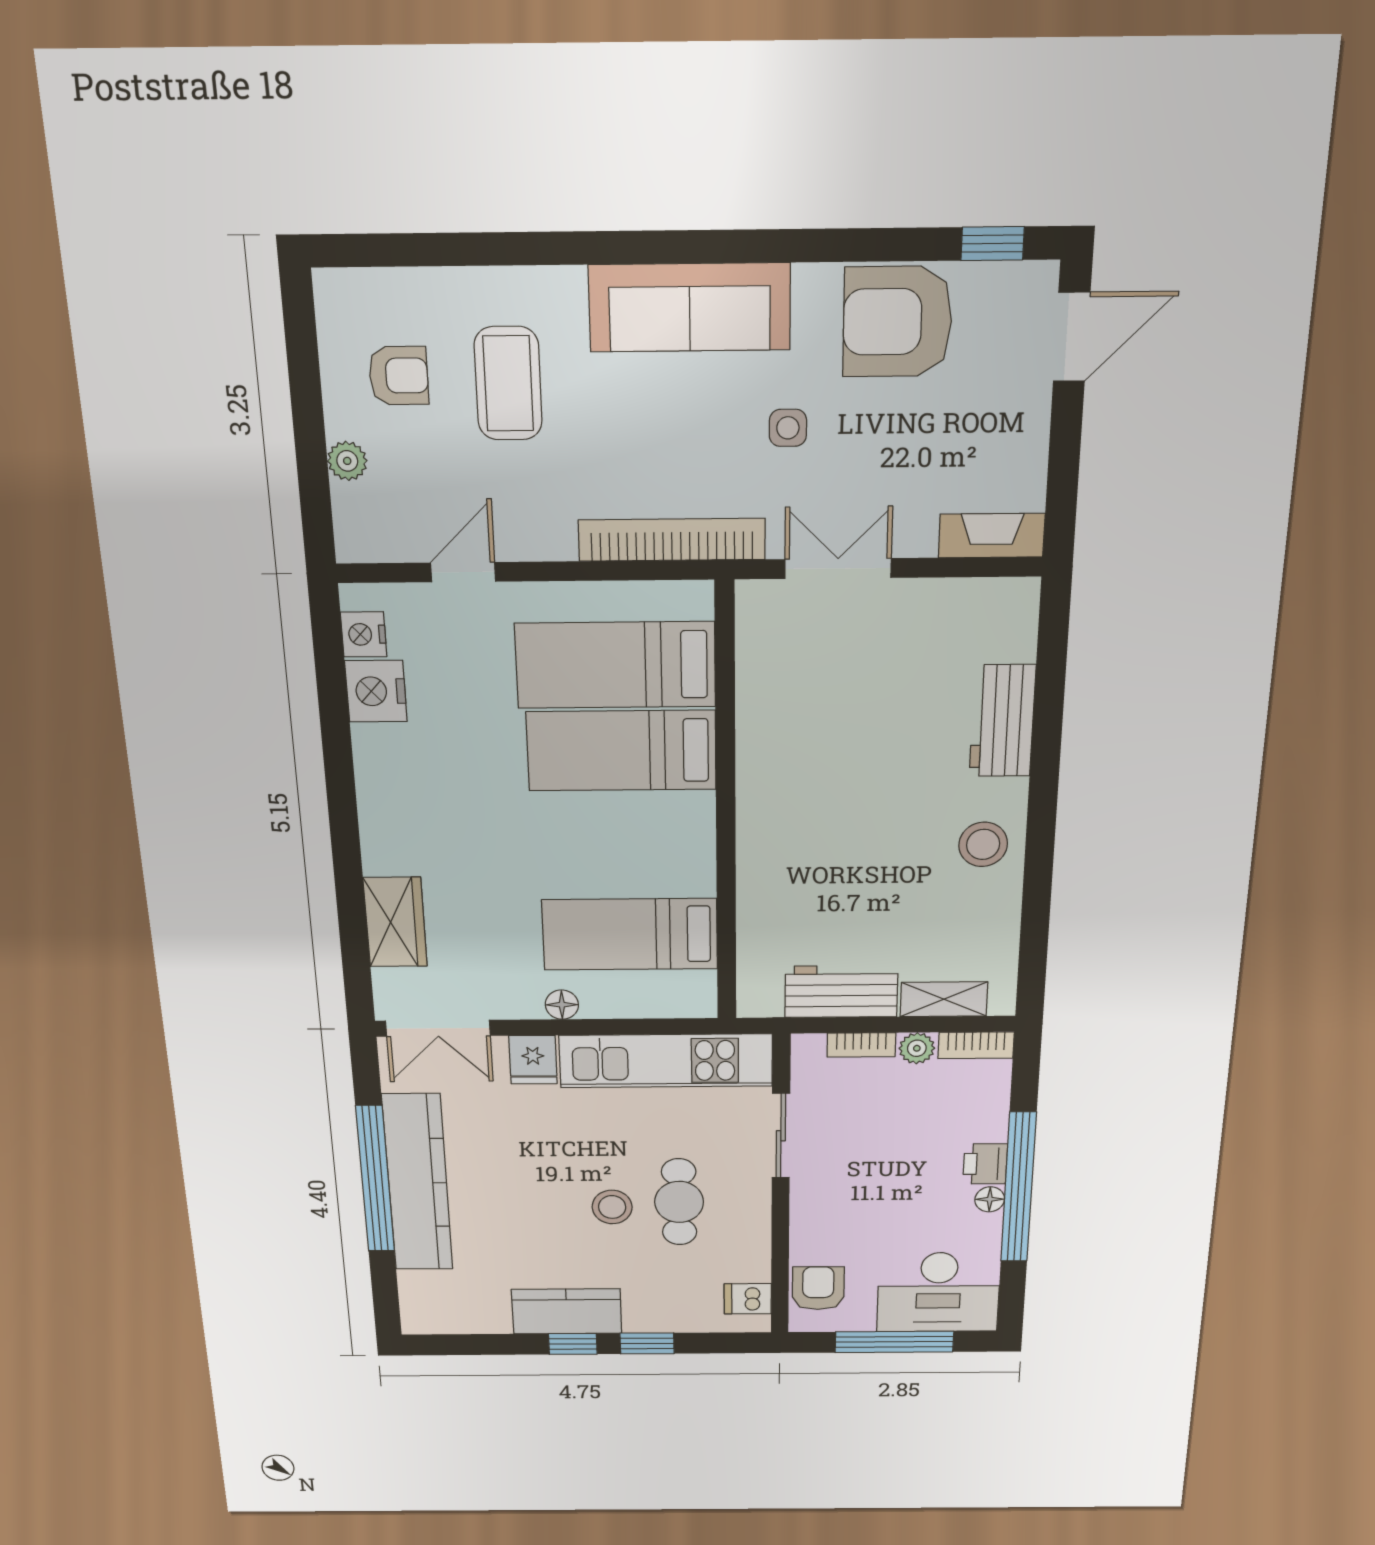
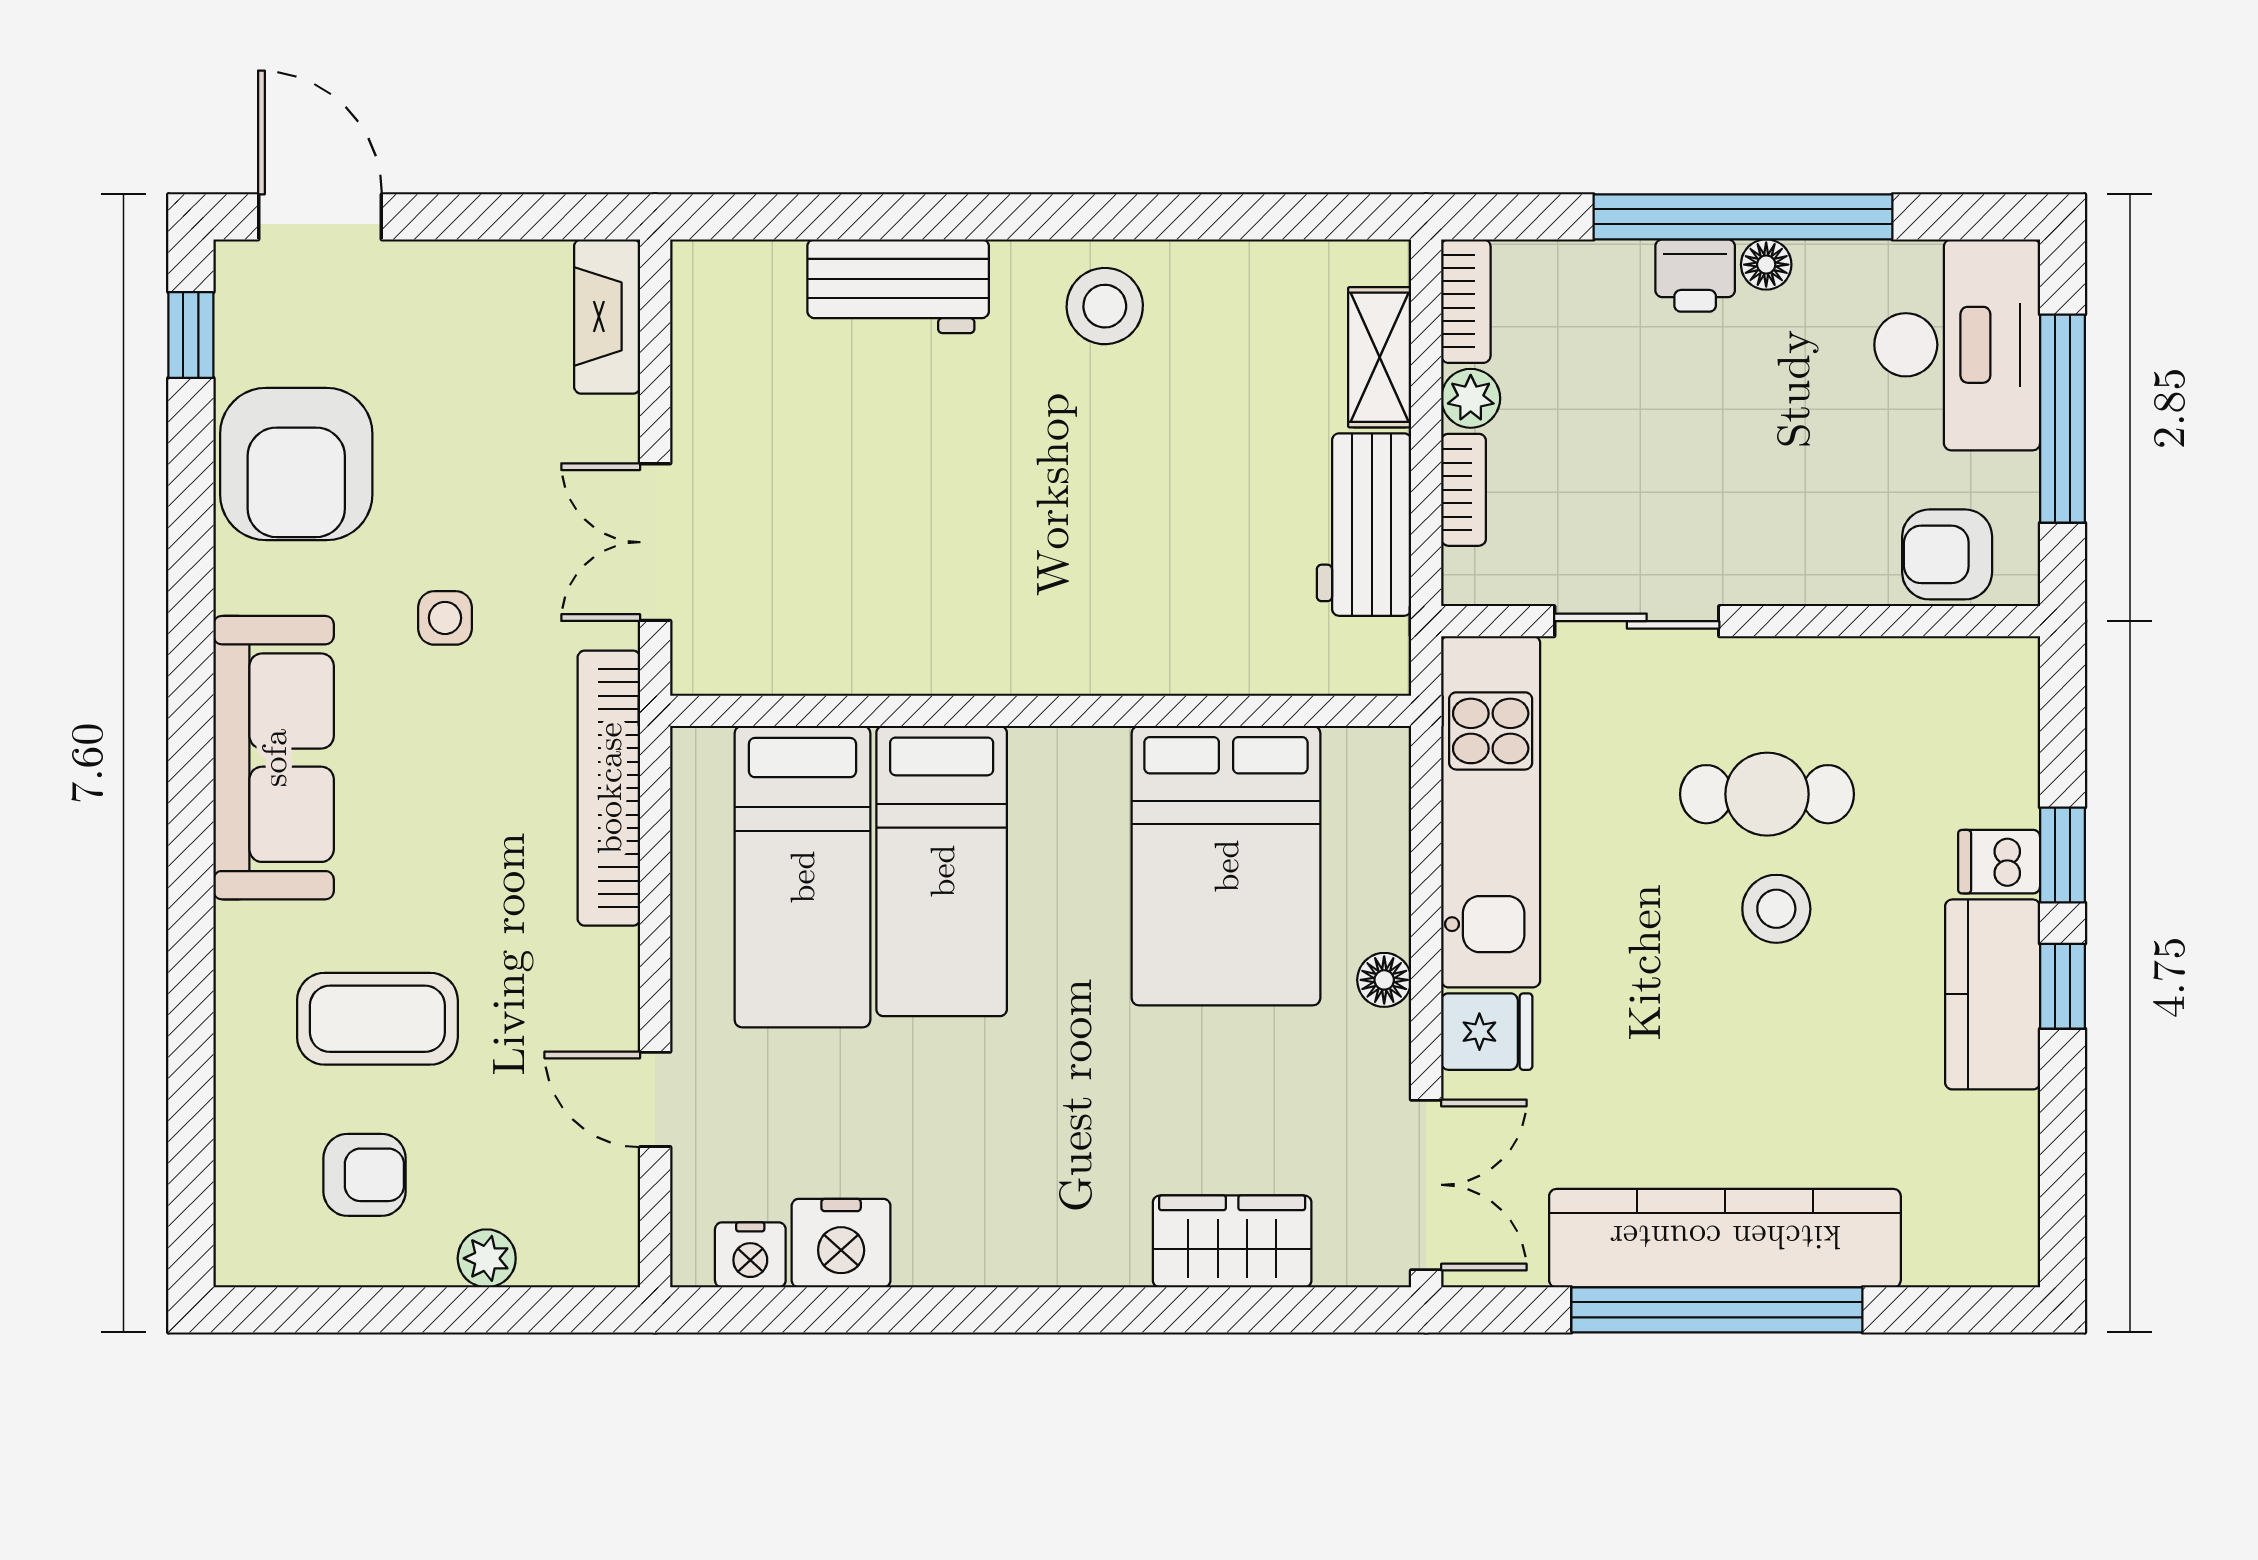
armchair: (399, 376) -> (365, 1175), turned 90
bed: (630, 934) -> (1226, 866), width x1.50
dishwasher: (748, 1299) -> (1999, 862), moved, turned 90

